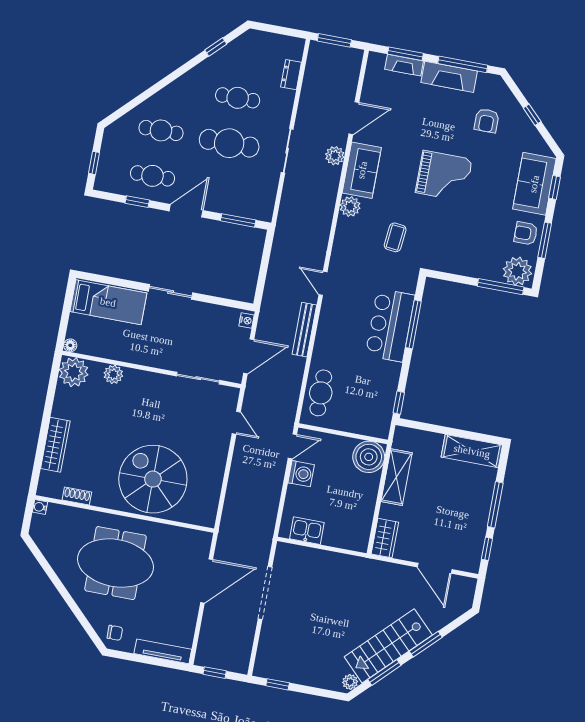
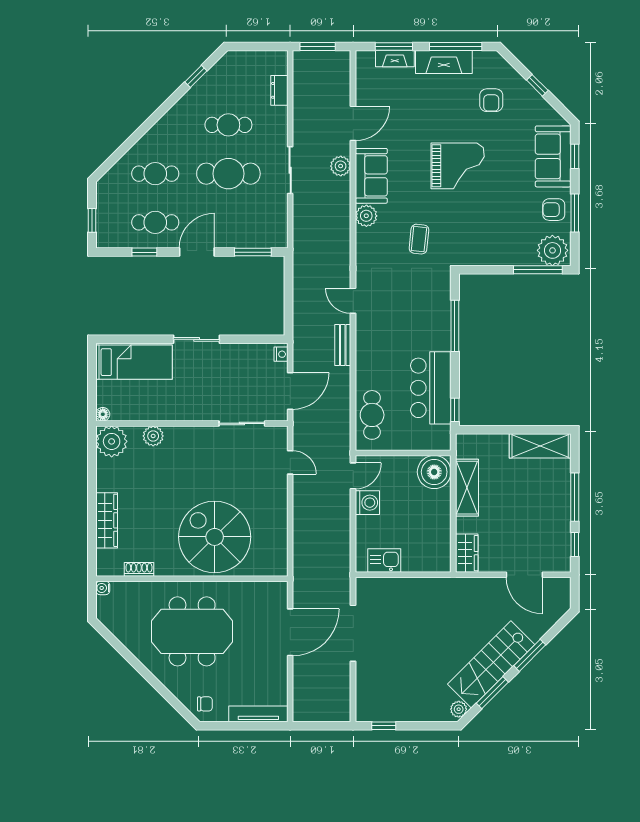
bar counter: (390, 325) -> (431, 388), moved
bench: (304, 330) -> (343, 345), width x0.73
window: (215, 673) -> (316, 726), removed

